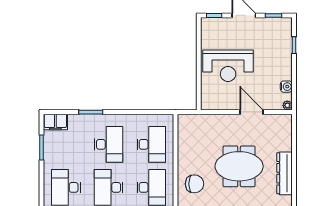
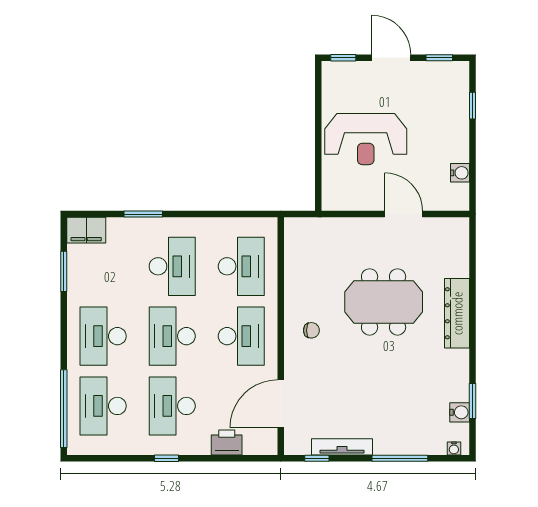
plant: (287, 105) -> (462, 203), removed
chair: (195, 184) -> (311, 330), width x0.54, depth x0.54

